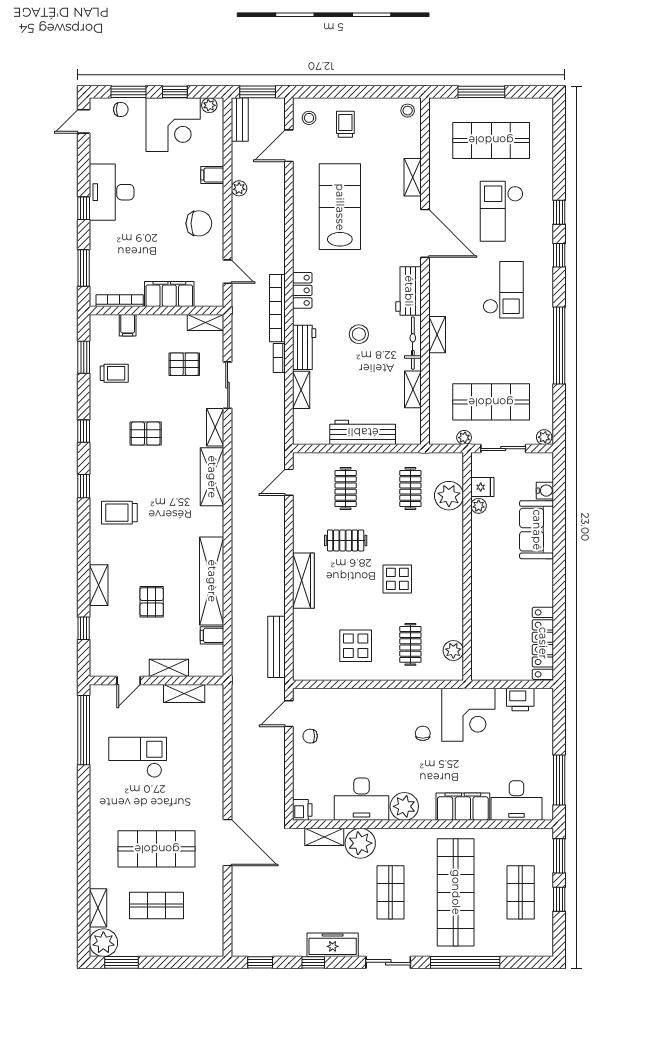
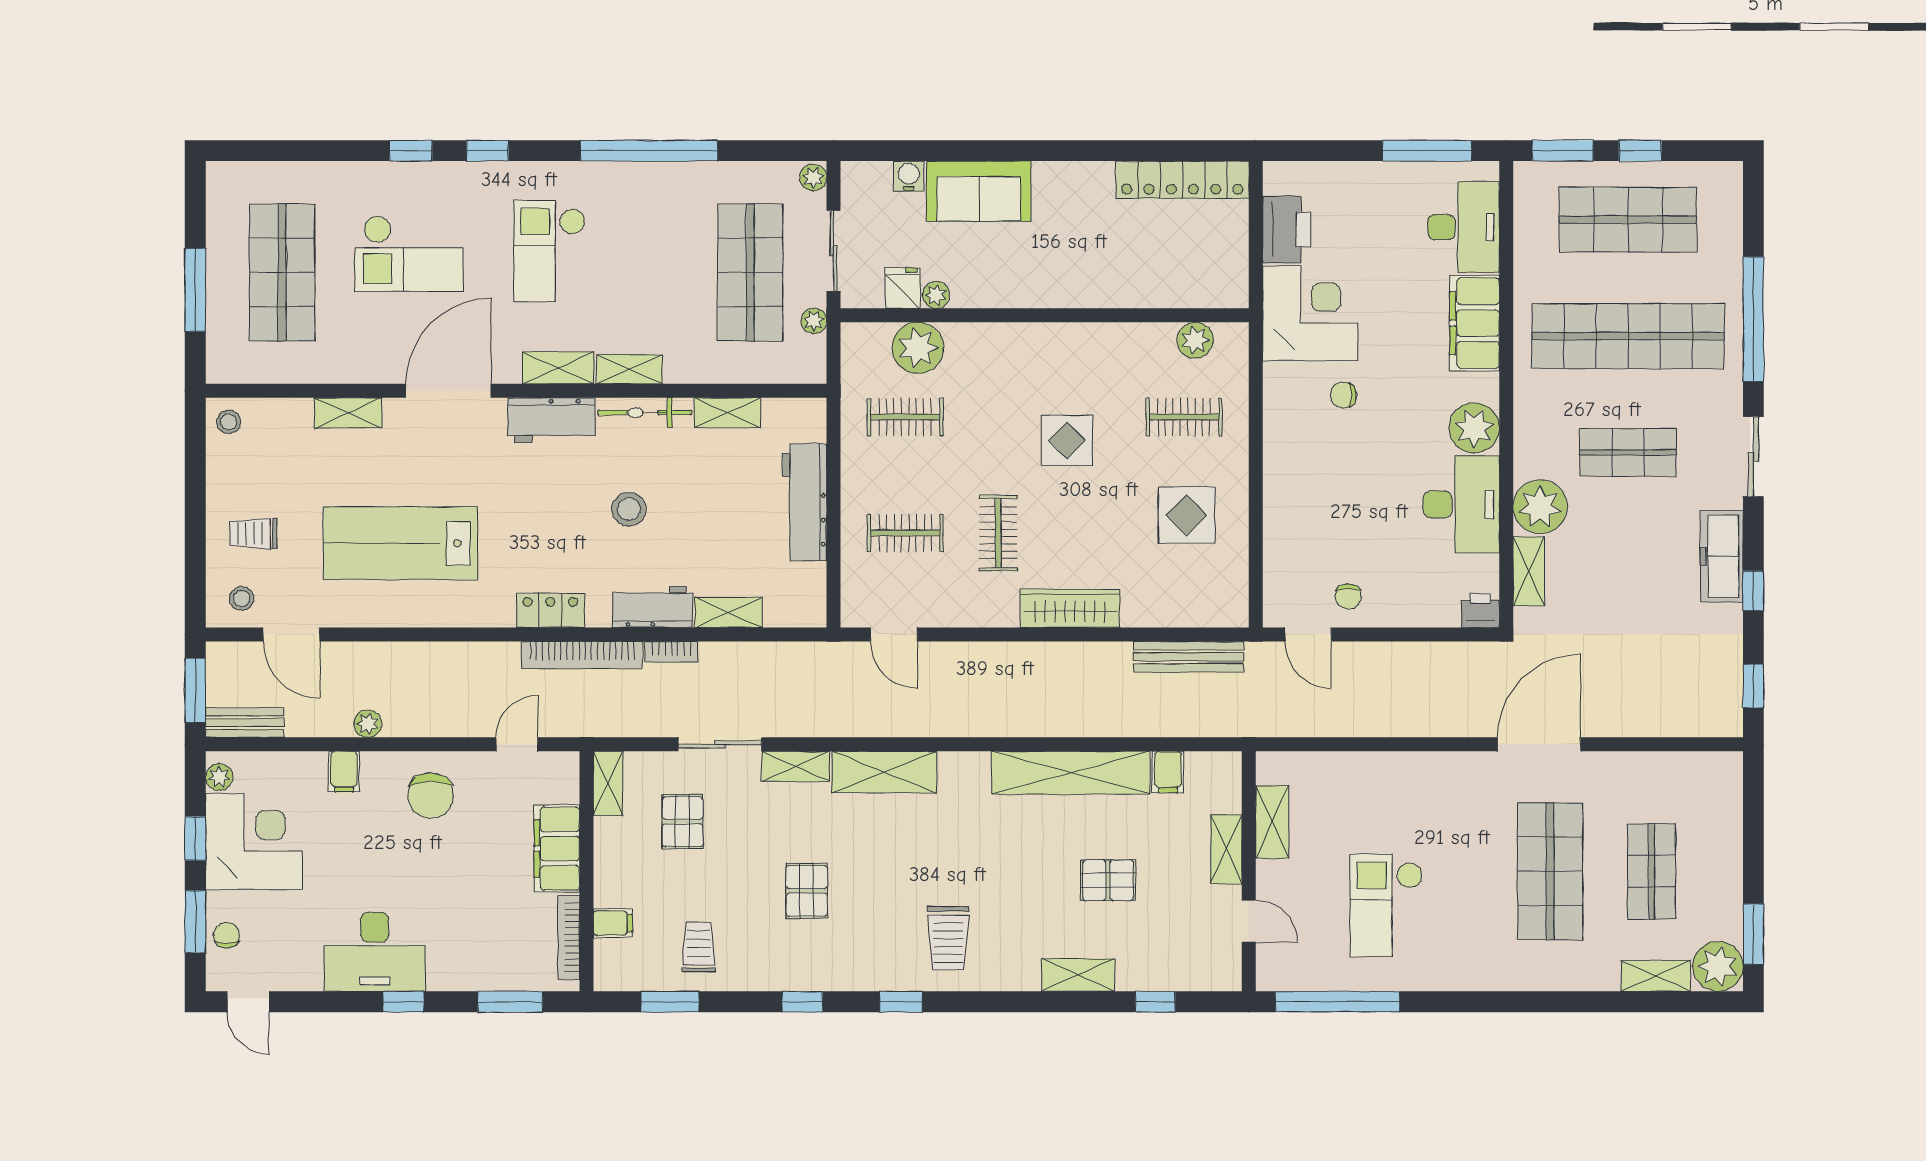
chair: (199, 223) -> (431, 796), turned 180
checkout: (503, 290) -> (549, 251), turned -90
shelving: (438, 295) -> (558, 368), added
printer: (520, 700) -> (1287, 229), width x1.37, depth x1.19
shop shelf: (521, 892) -> (1628, 220), width x1.43, depth x1.36

